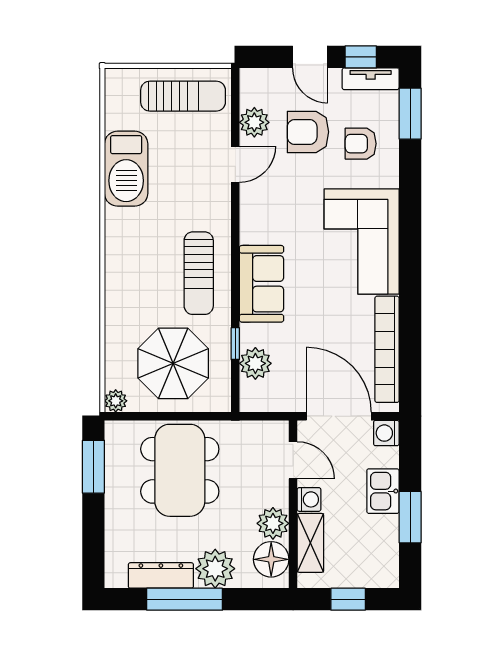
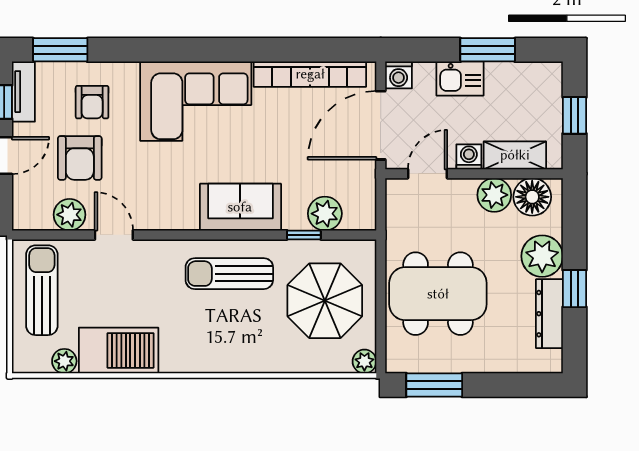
plant: (116, 117) -> (64, 361), added
sun lounger: (199, 273) -> (229, 274), turned 180
window: (185, 599) -> (575, 289), width x0.46

